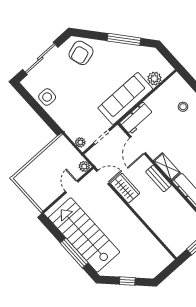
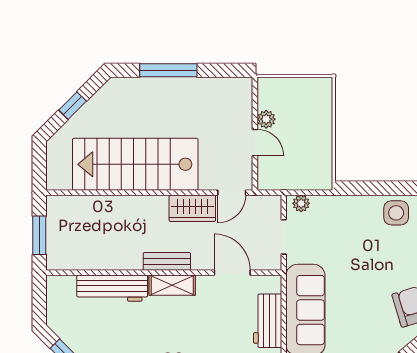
workbench: (137, 118) -> (268, 321), moved
plant: (84, 166) -> (266, 119), moved
stairs: (84, 235) -> (135, 164), moved, turned 180

